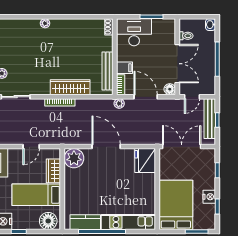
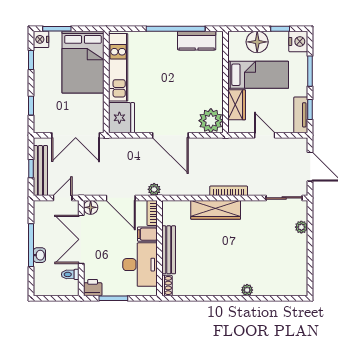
printer: (168, 25) -> (93, 288), added
washbasin: (211, 25) -> (39, 255), moved
desk: (134, 32) -> (140, 265), moved, turned -90
bench: (108, 71) -> (169, 250), moved
door: (31, 147) -> (265, 135), hinge flipped
nightstand: (209, 197) -> (41, 39), moved
floor lamp: (48, 221) -> (257, 42), moved
kitchen unit: (128, 222) -> (118, 67), moved, turned -90

